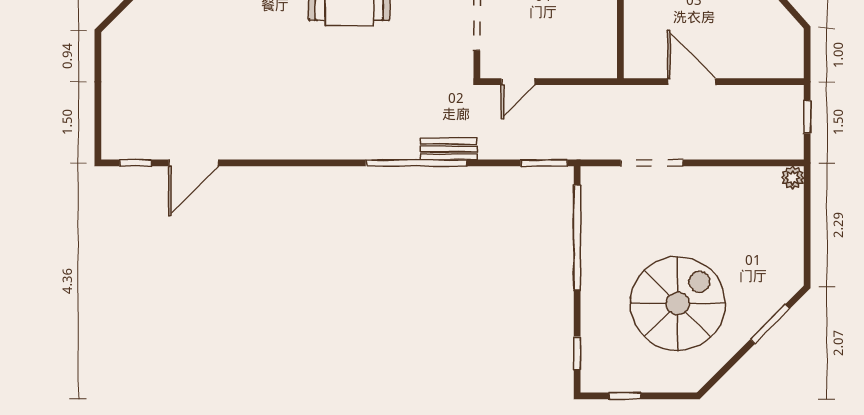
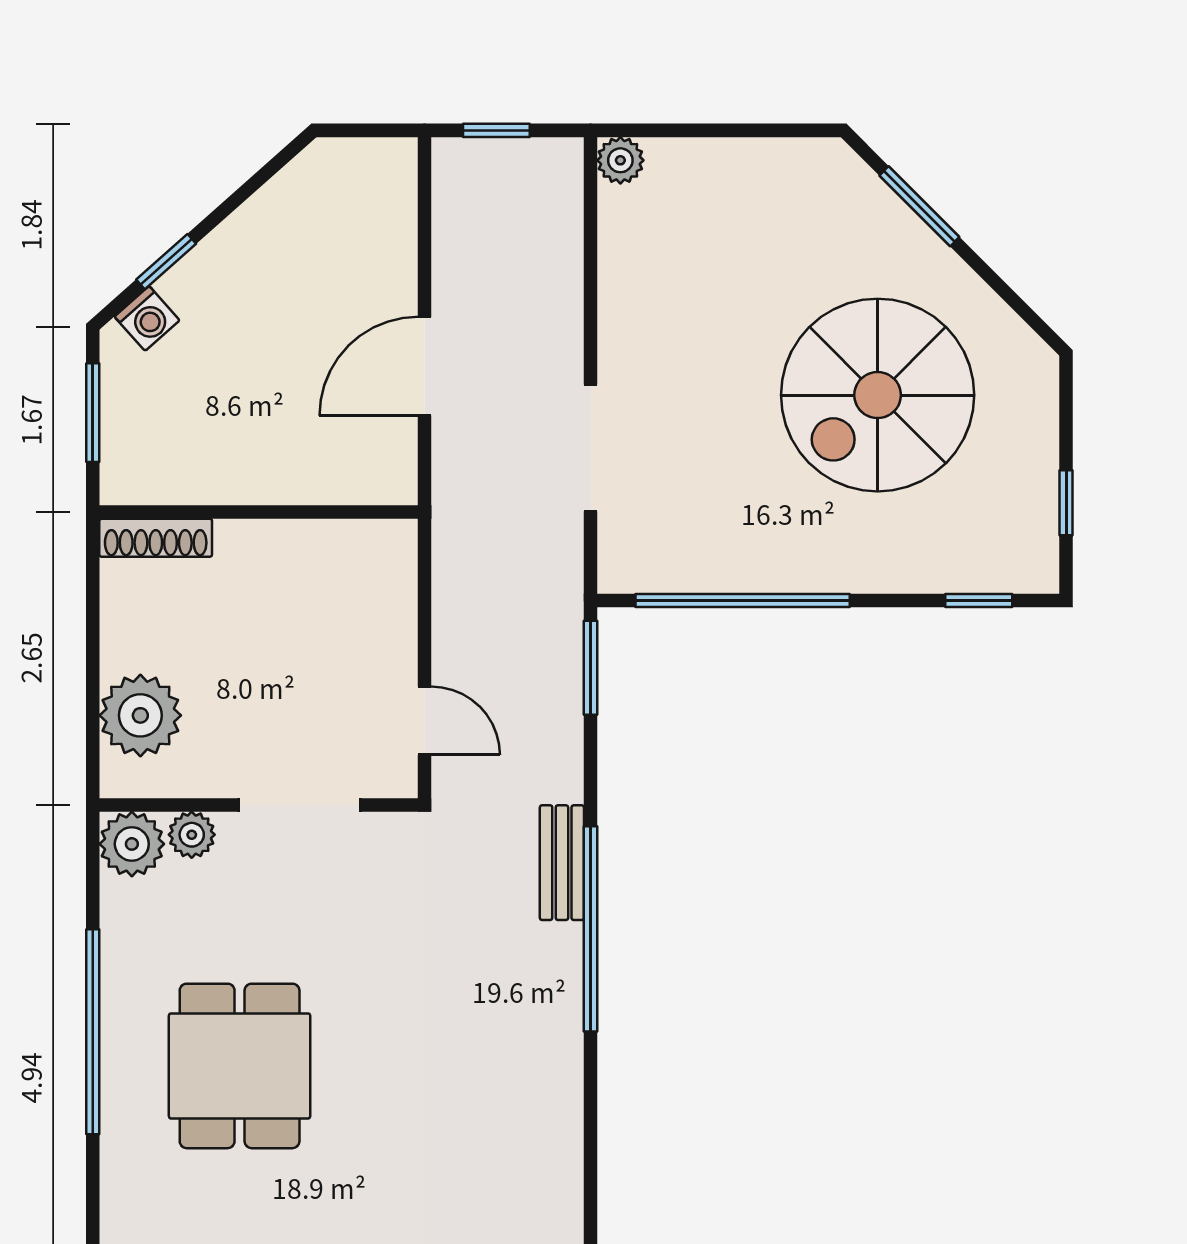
spiral stairs: (678, 304) -> (878, 395), turned -90

